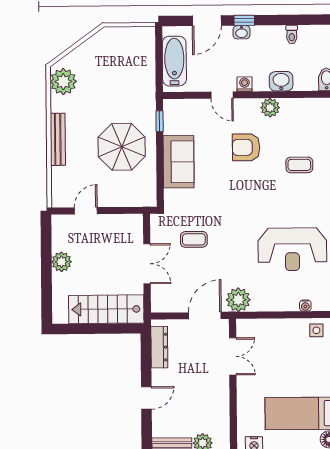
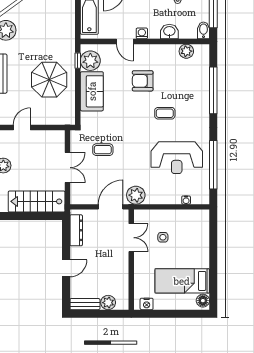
plant: (270, 108) -> (186, 51), moved
plant: (176, 121) -> (90, 61), added
coffee table: (299, 165) -> (165, 113), moved
side table: (316, 330) -> (163, 237), moved

